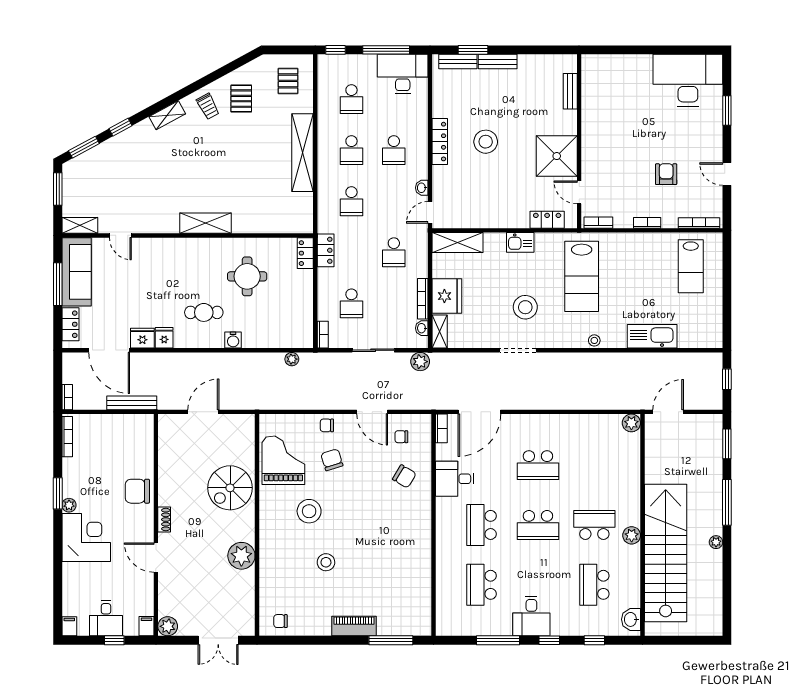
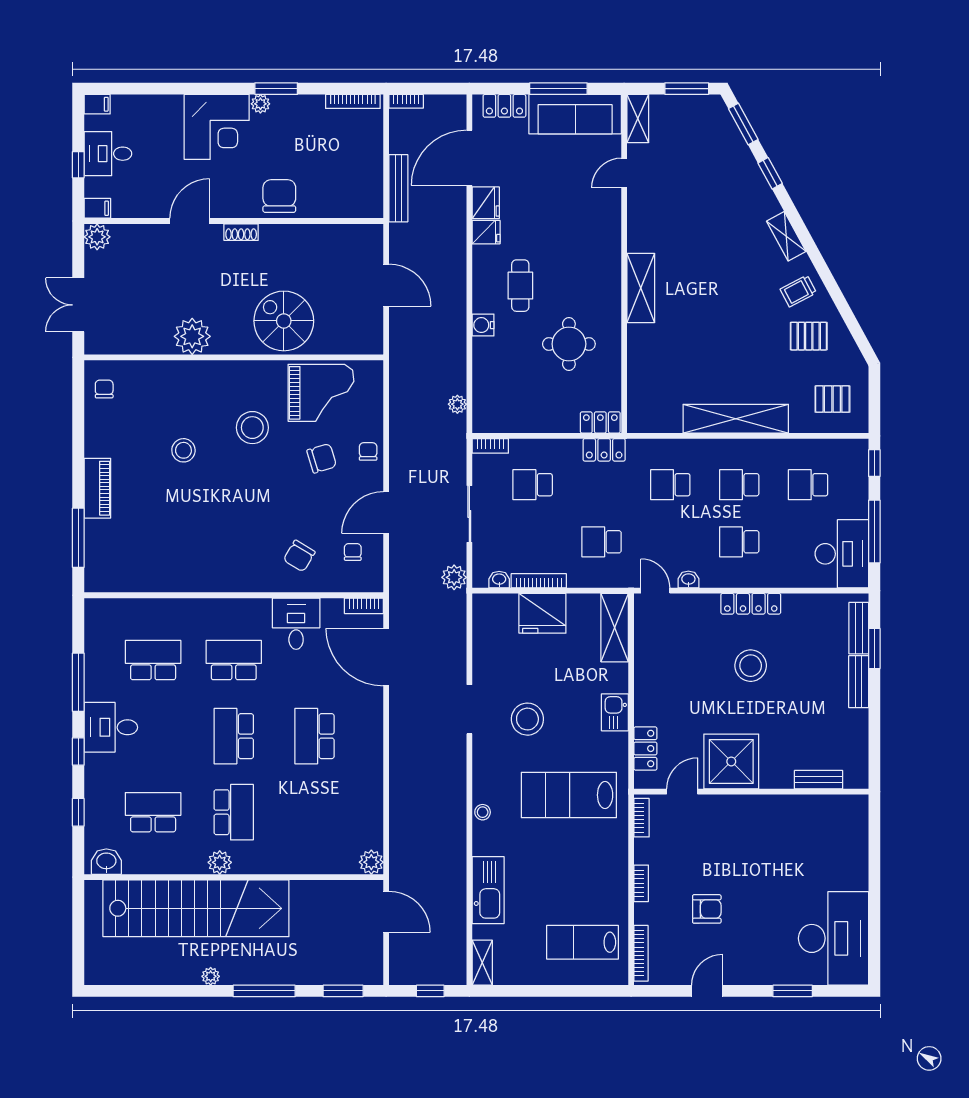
shelving: (440, 331) -> (482, 963), moved, turned 90

